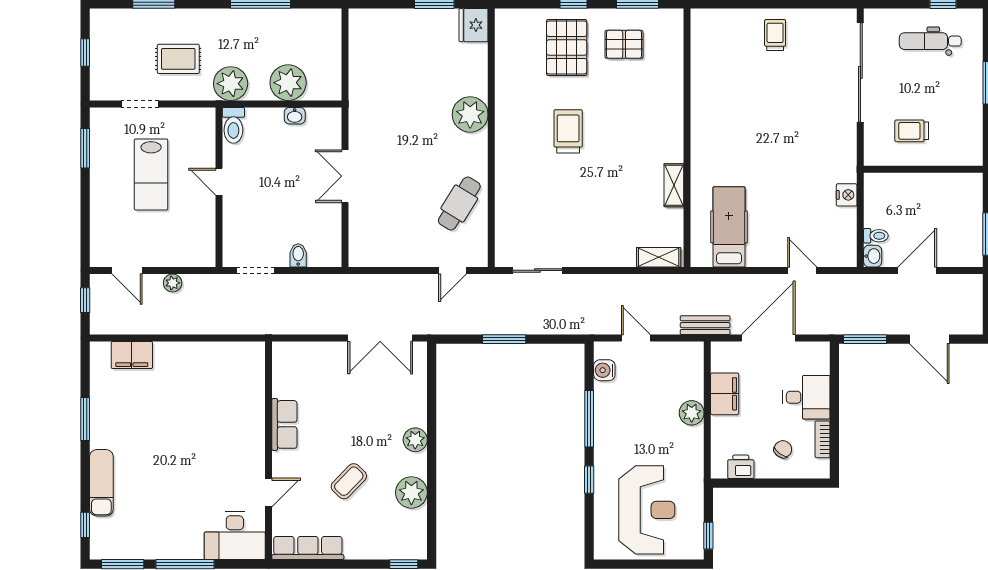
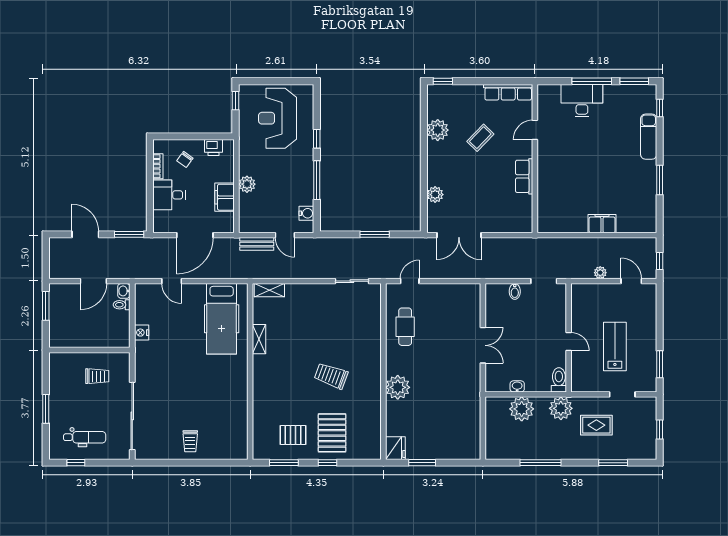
trolley: (568, 131) -> (331, 376), turned 110
cafe table: (459, 203) -> (405, 327), turned -32
hospital bed: (729, 227) -> (222, 319), width x1.37, depth x1.29
bench: (705, 325) -> (257, 244), moved
double door: (380, 338) -> (459, 235), swing flipped
filing cabinet: (132, 355) -> (602, 224), moved
plant: (415, 440) -> (435, 195), moved
desk: (235, 536) -> (582, 101), moved

